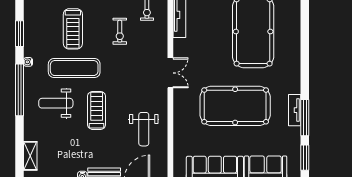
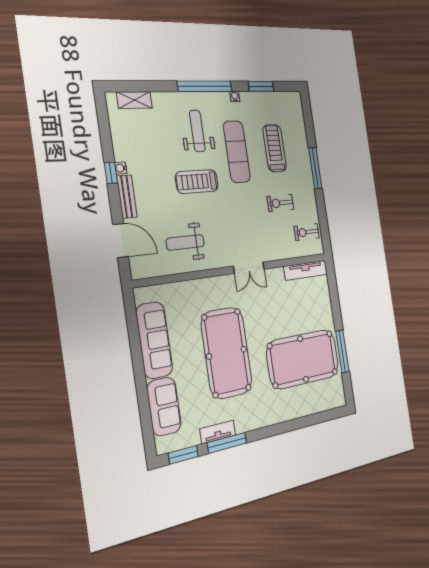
treadmill: (73, 29) -> (275, 148), turned 90
treadmill: (97, 110) -> (197, 182), turned 180
tv unit: (295, 110) -> (218, 432), moved

